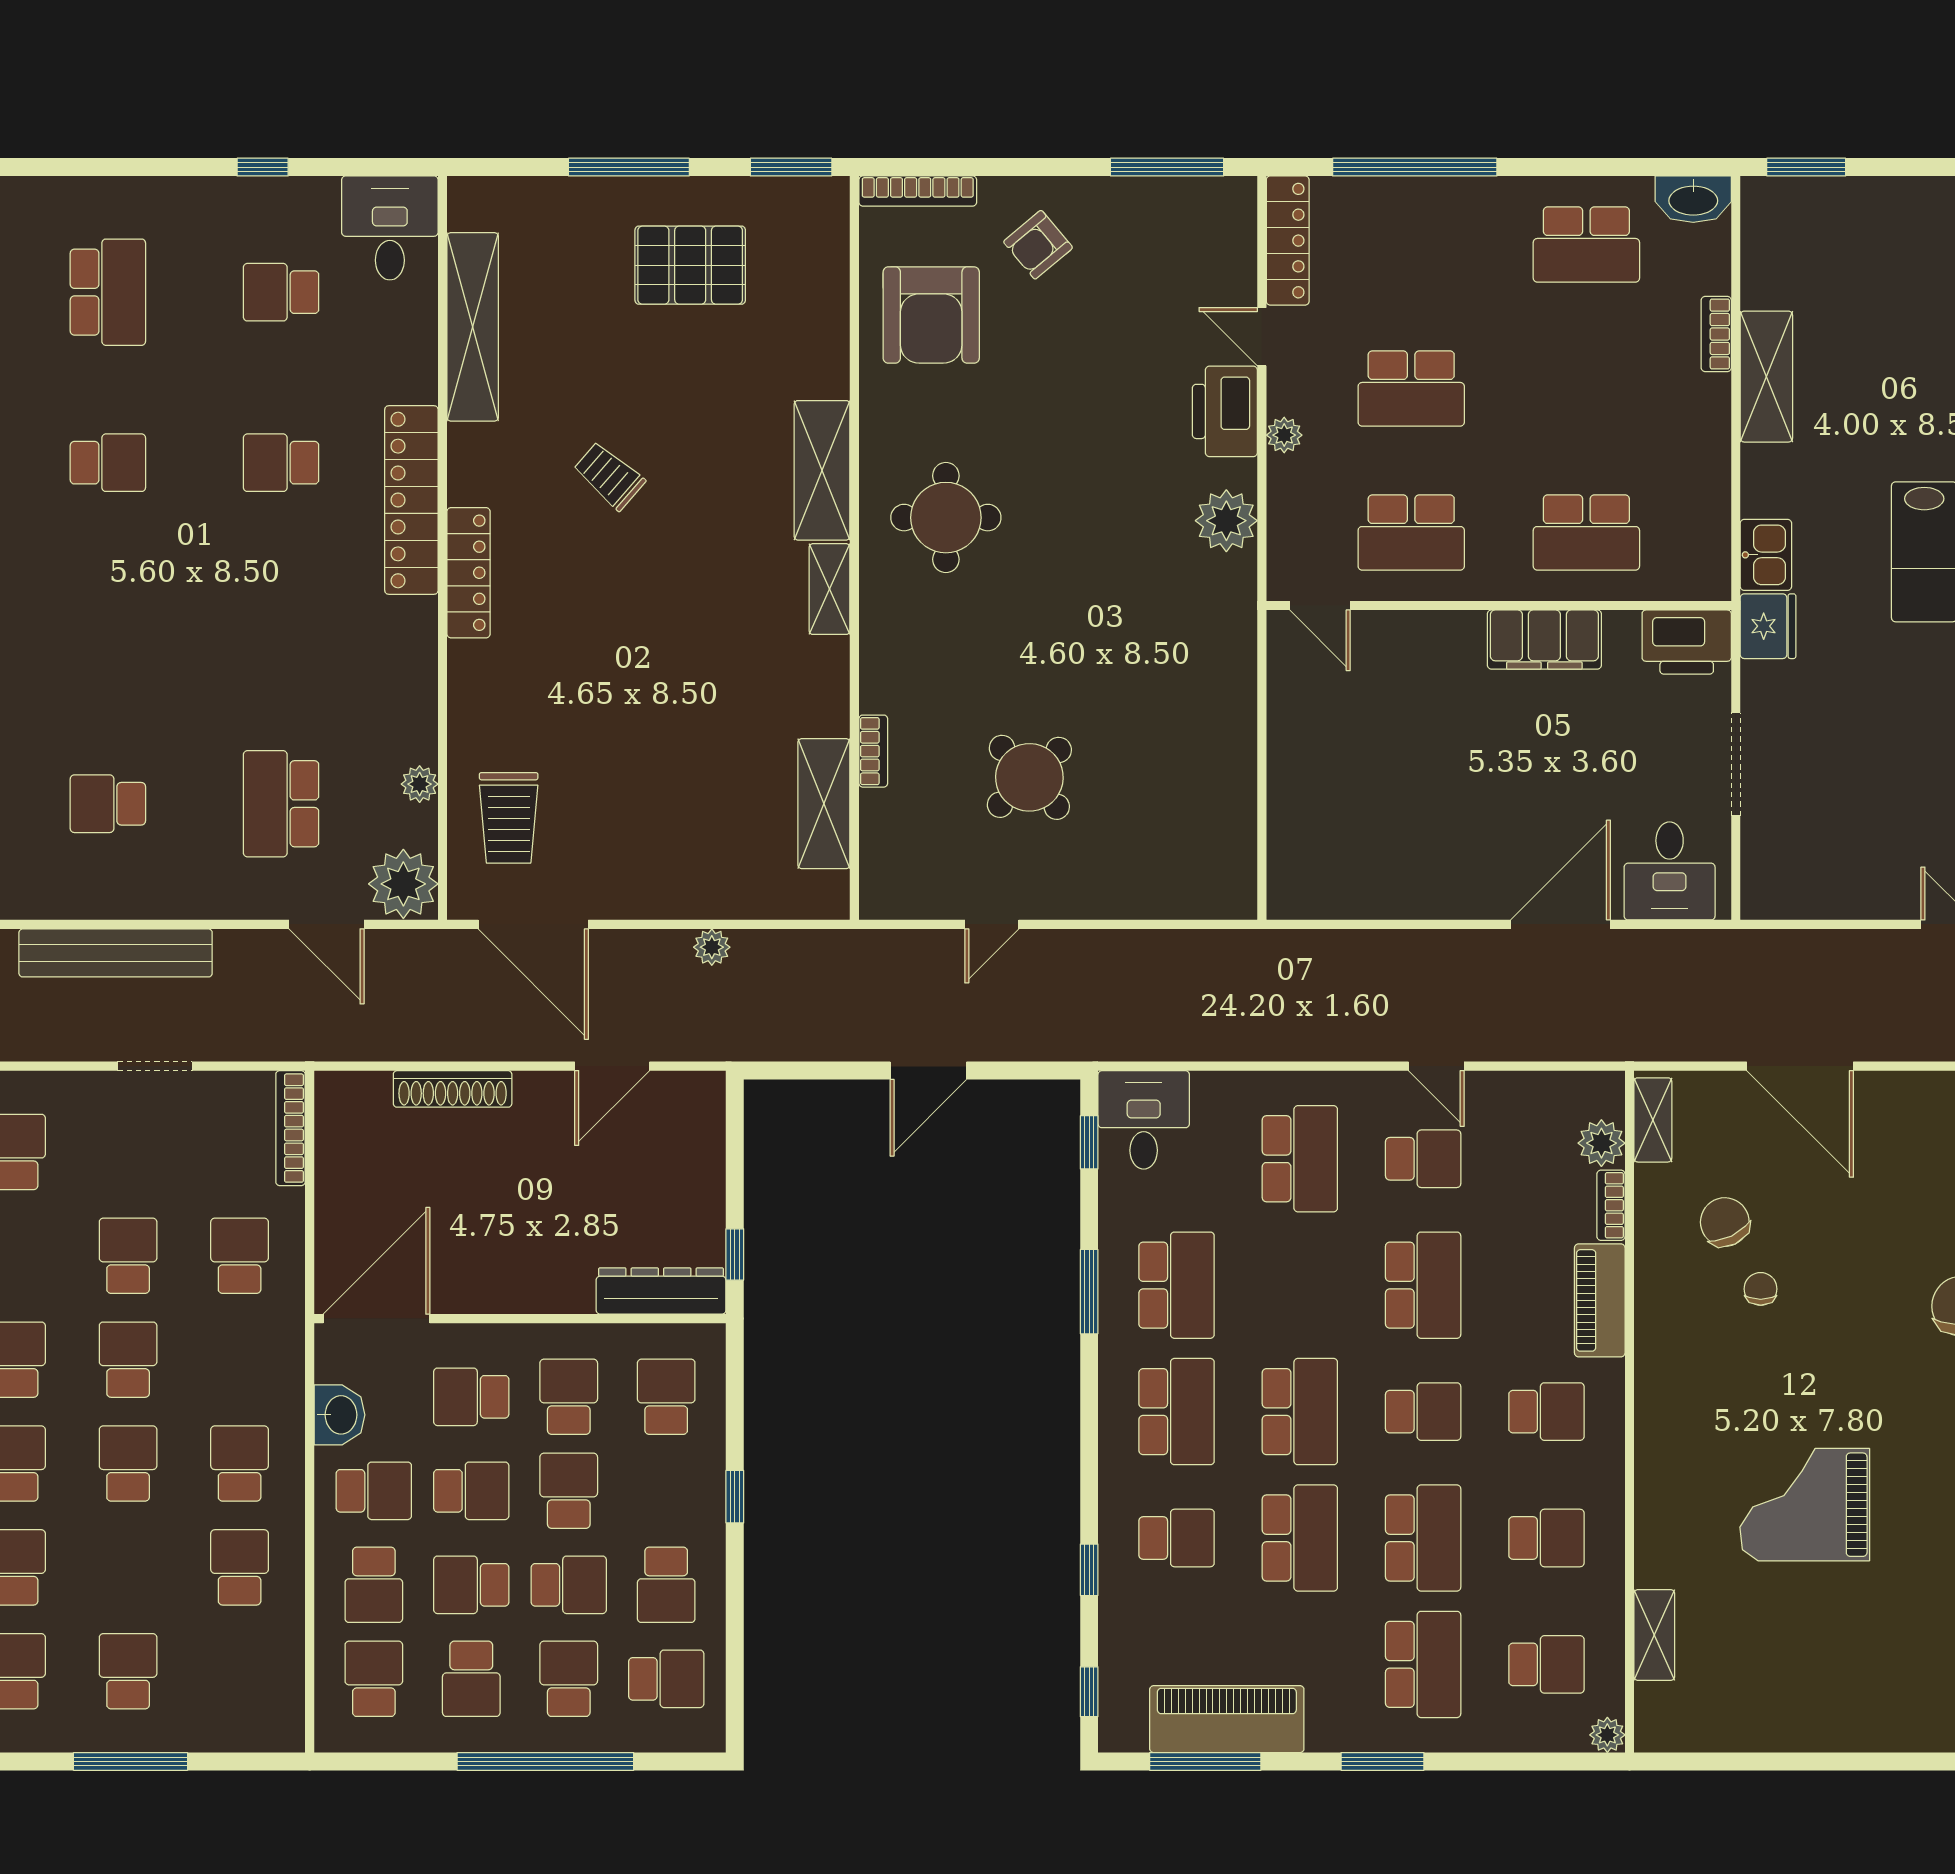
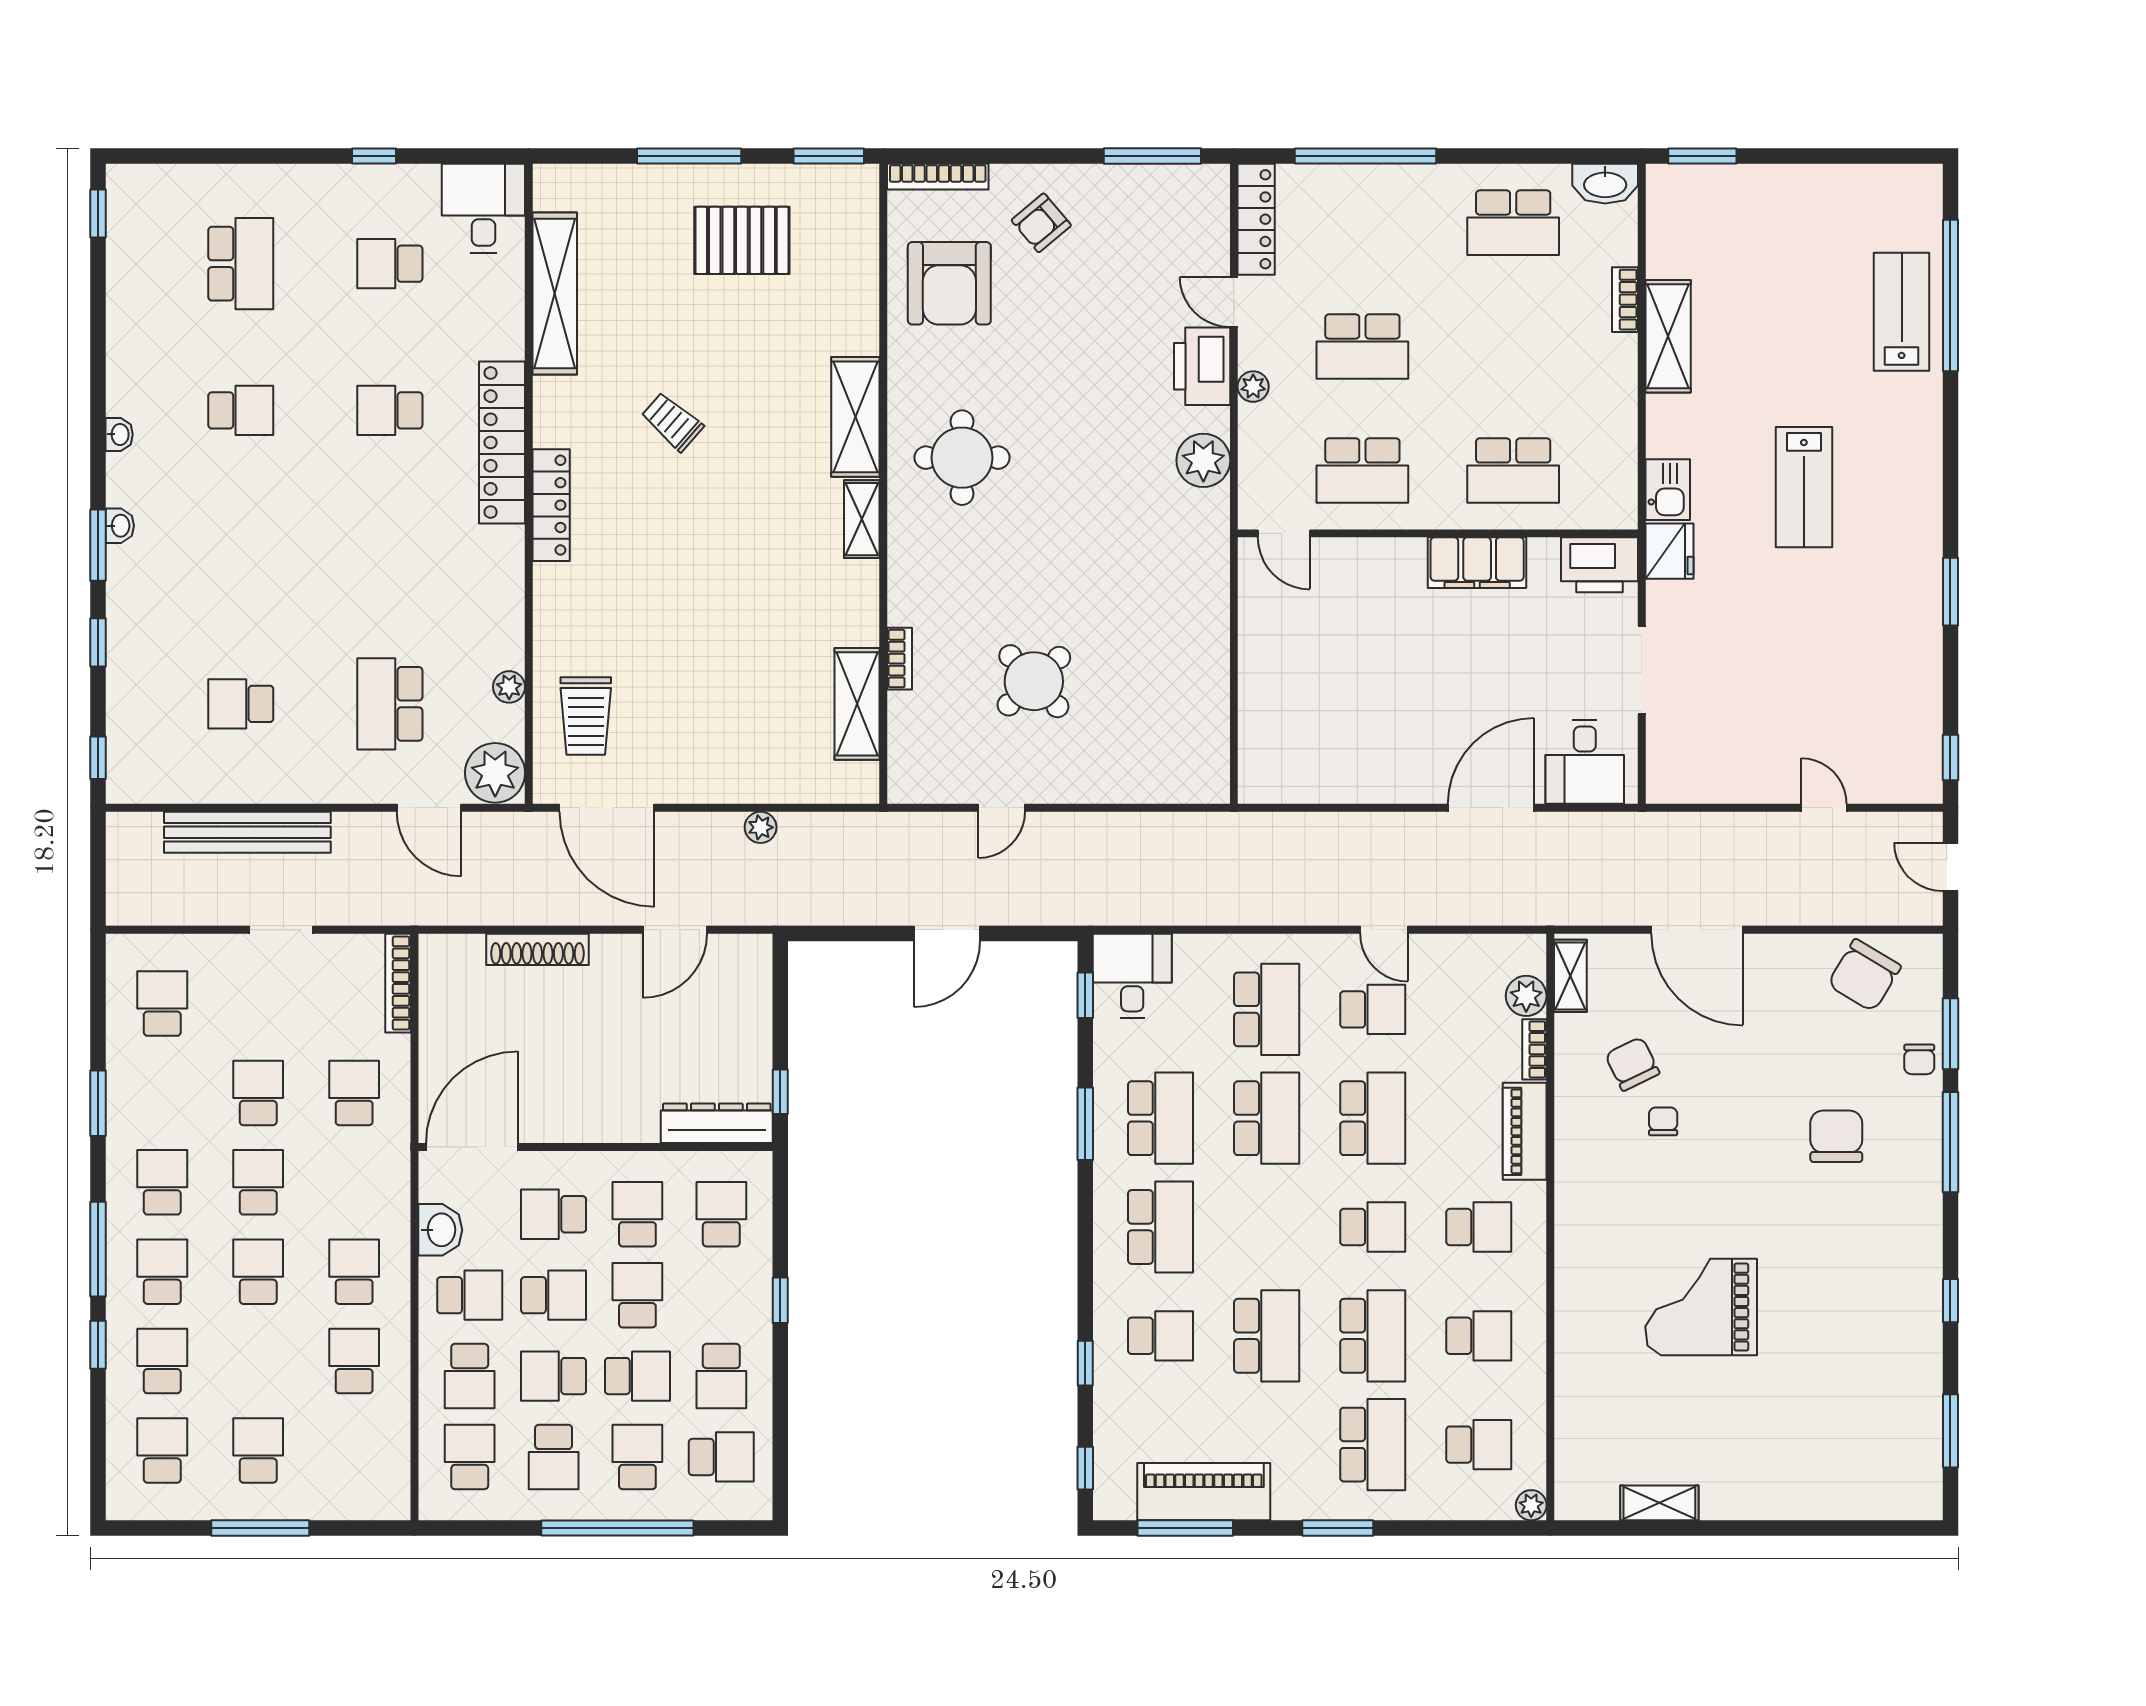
school desk: (1300, 1412) -> (1267, 1118), moved
shelving: (1654, 1635) -> (1659, 1503), moved, turned 90

